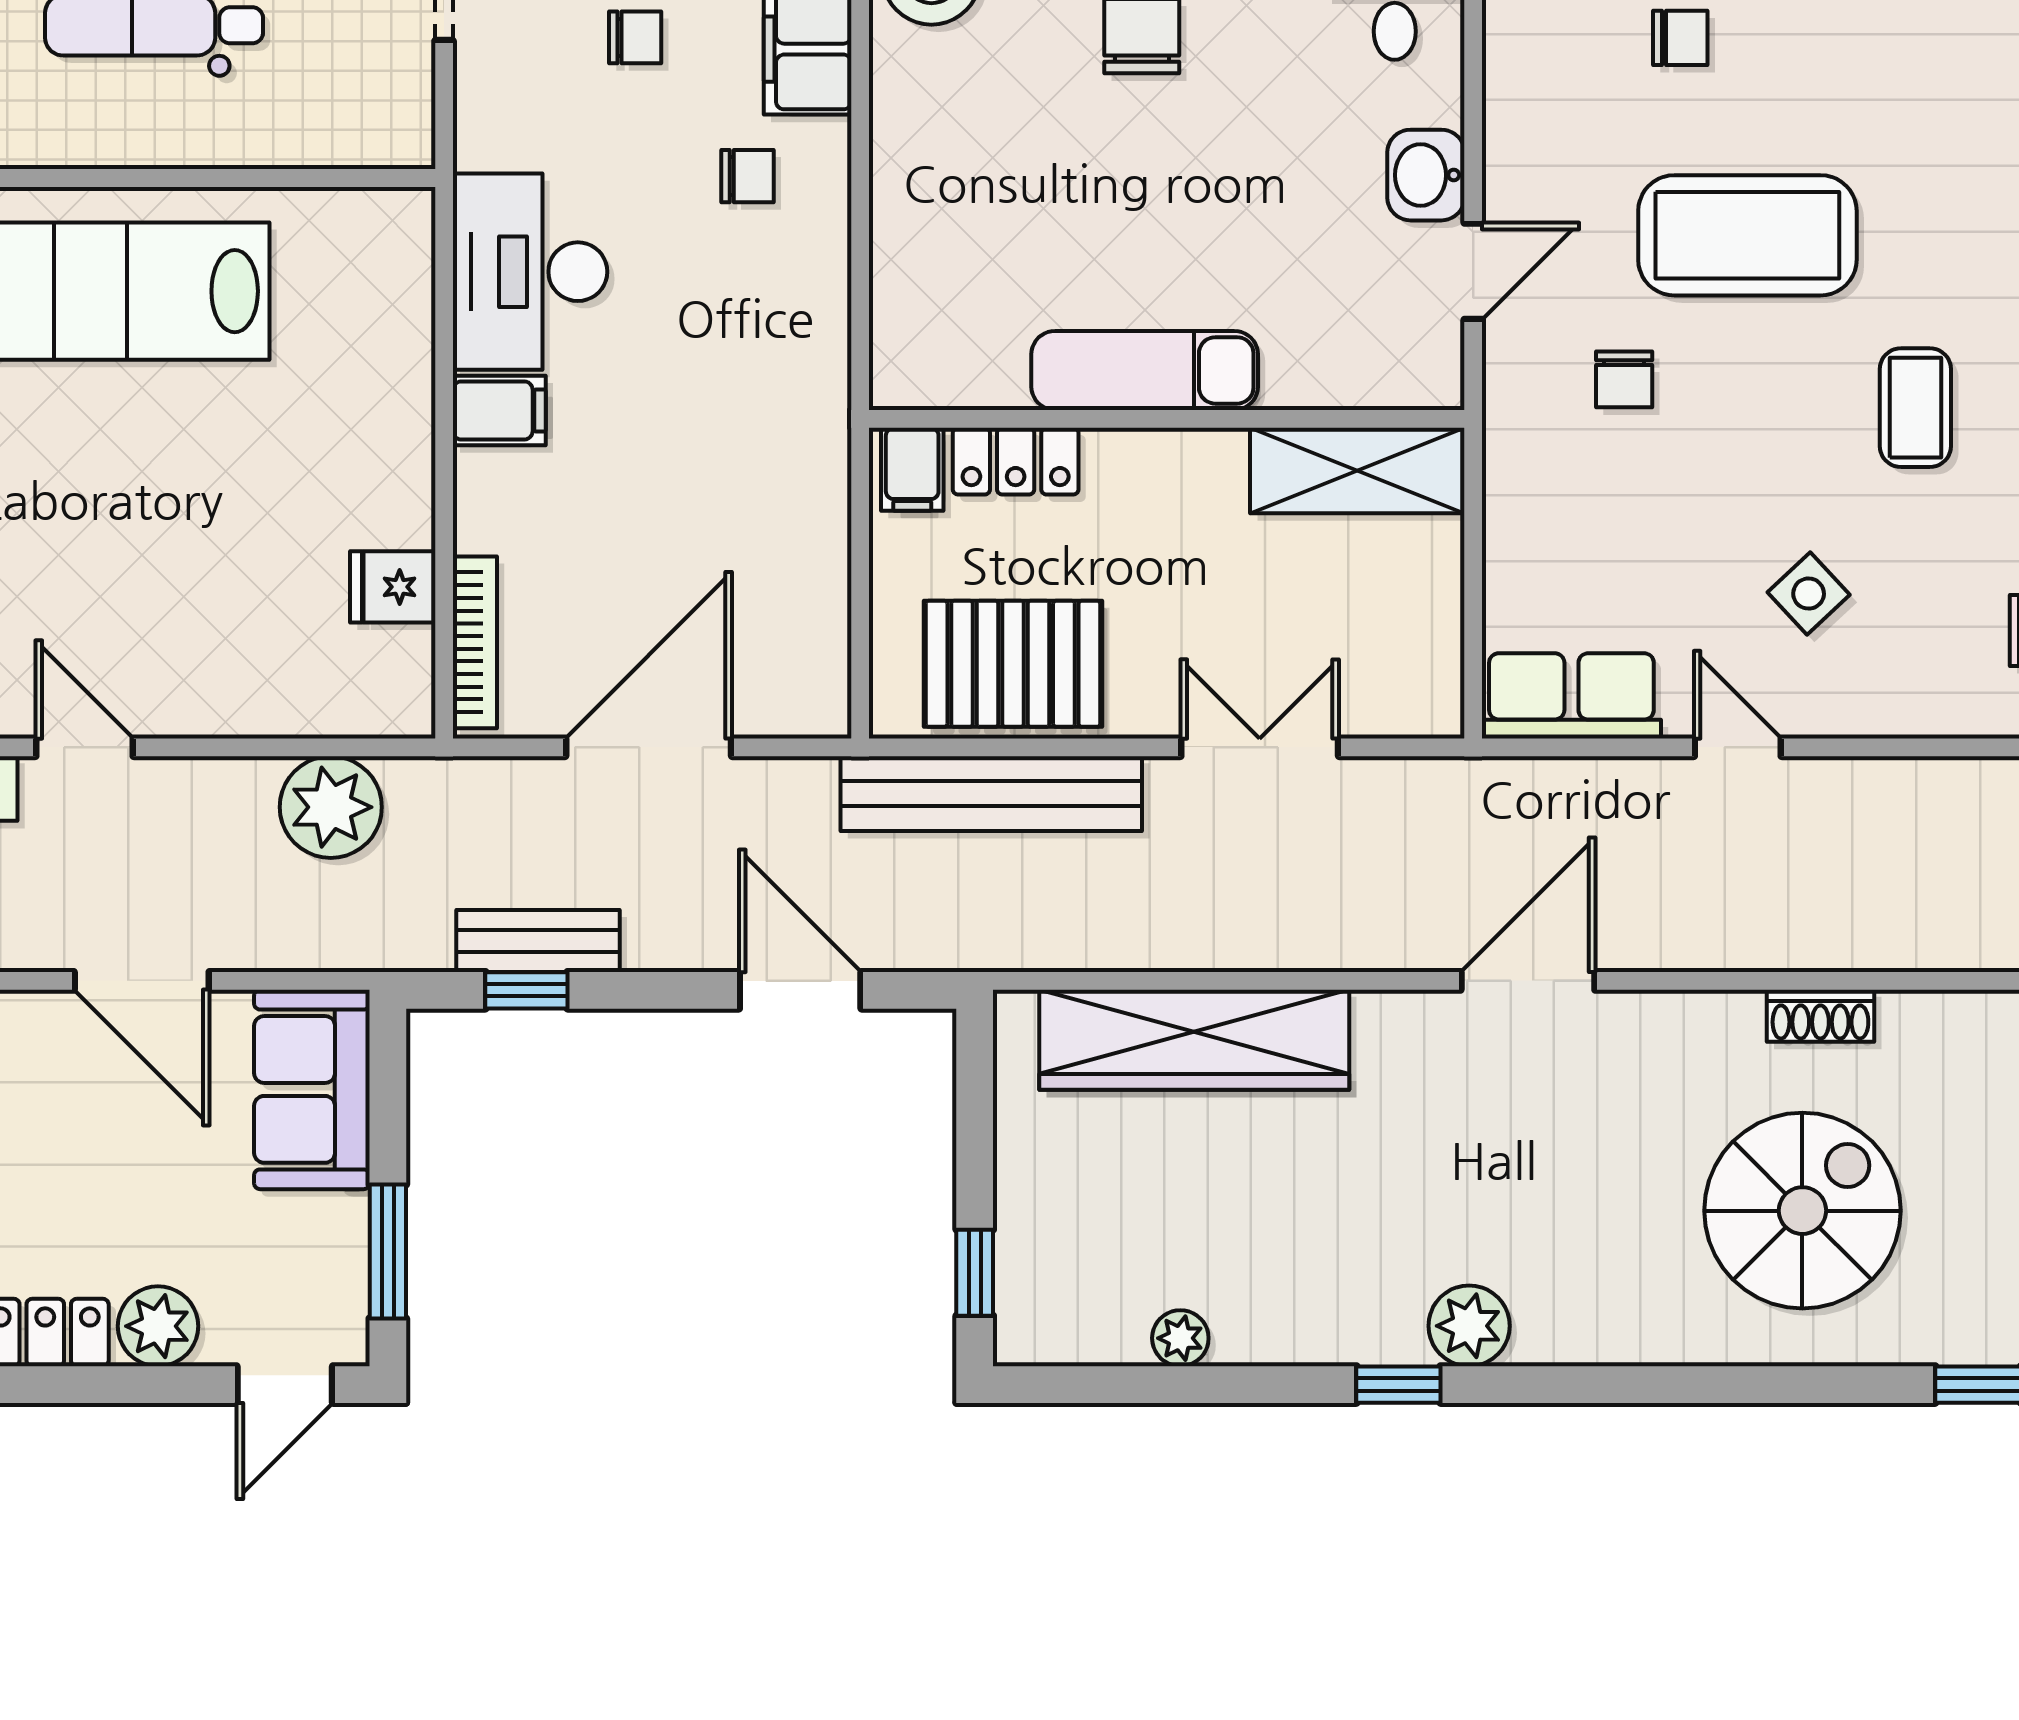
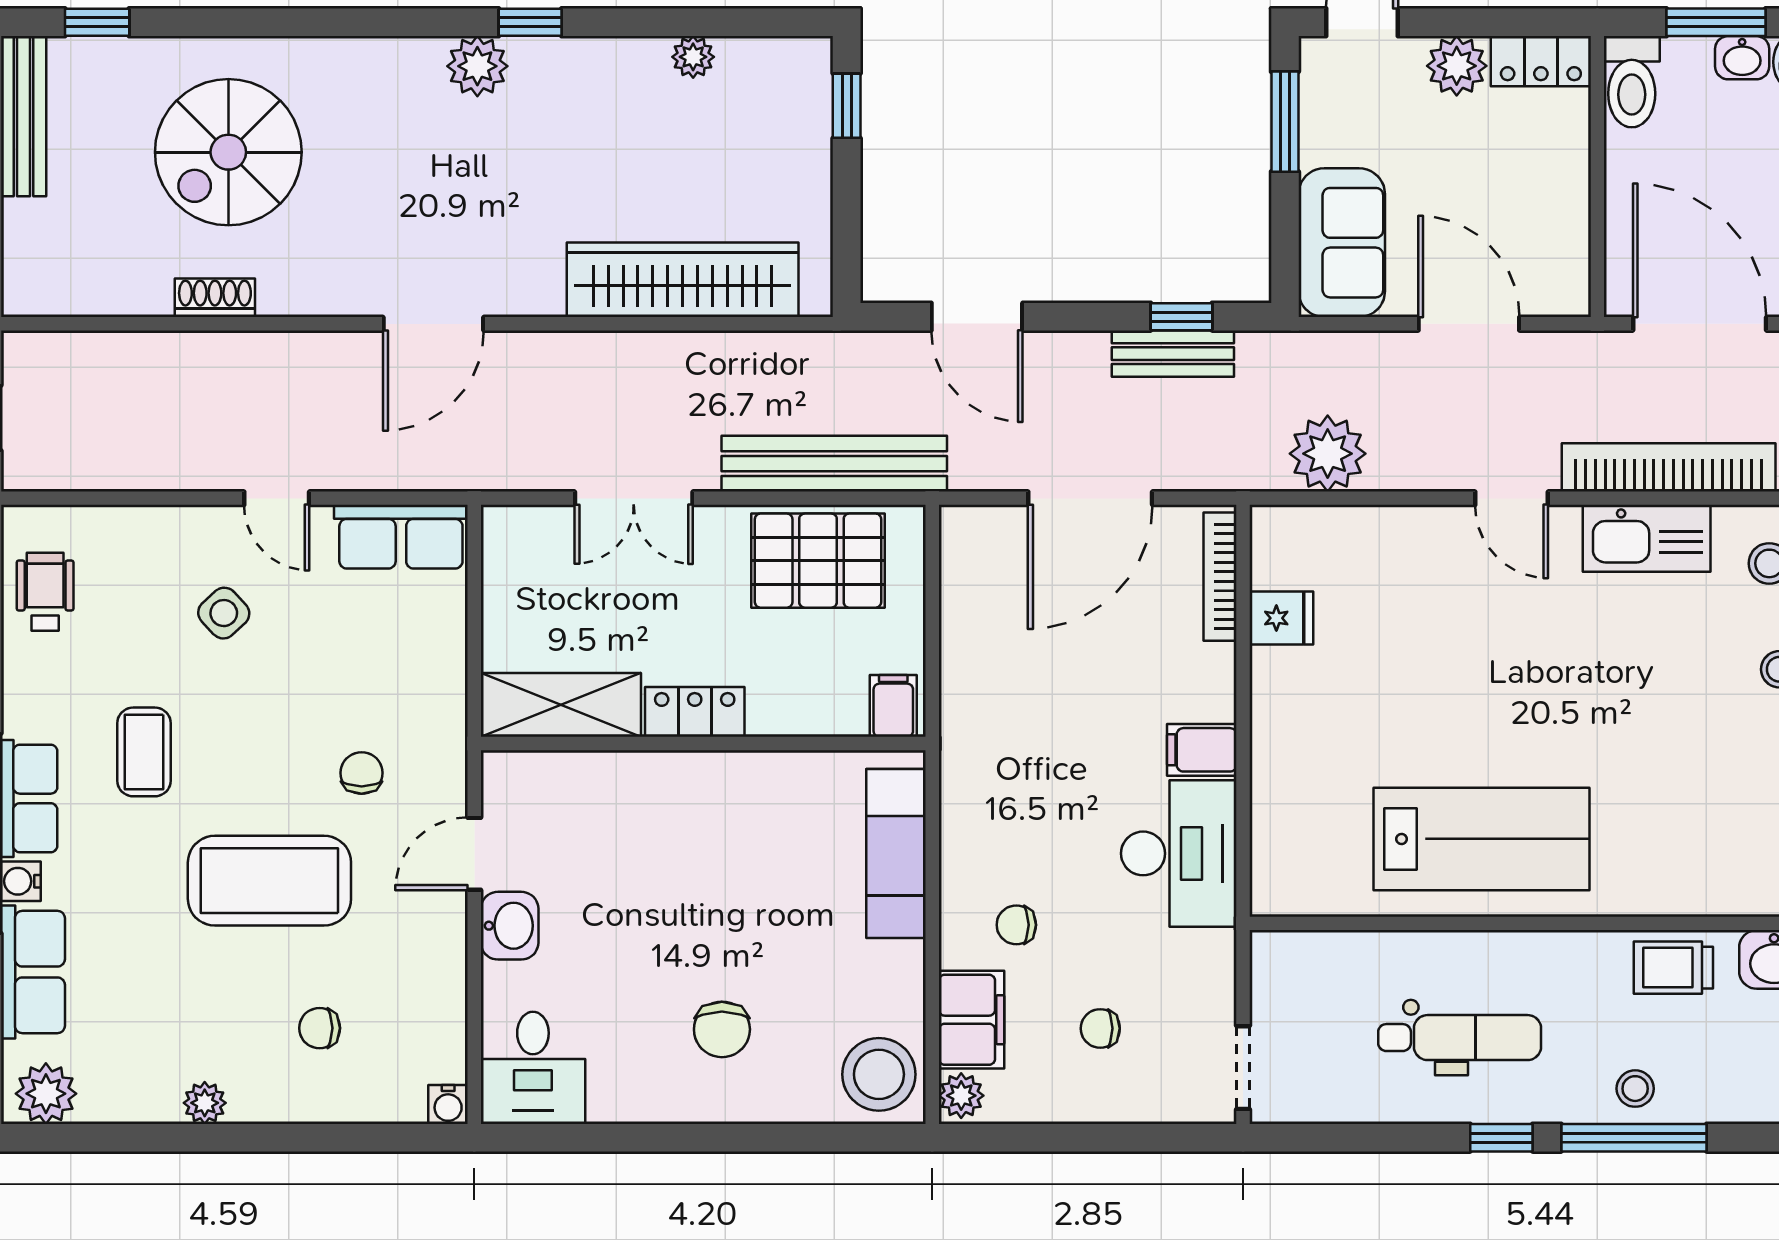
exam couch: (1145, 370) -> (896, 853), moved, turned 90
locker: (1016, 461) -> (695, 712), moved

